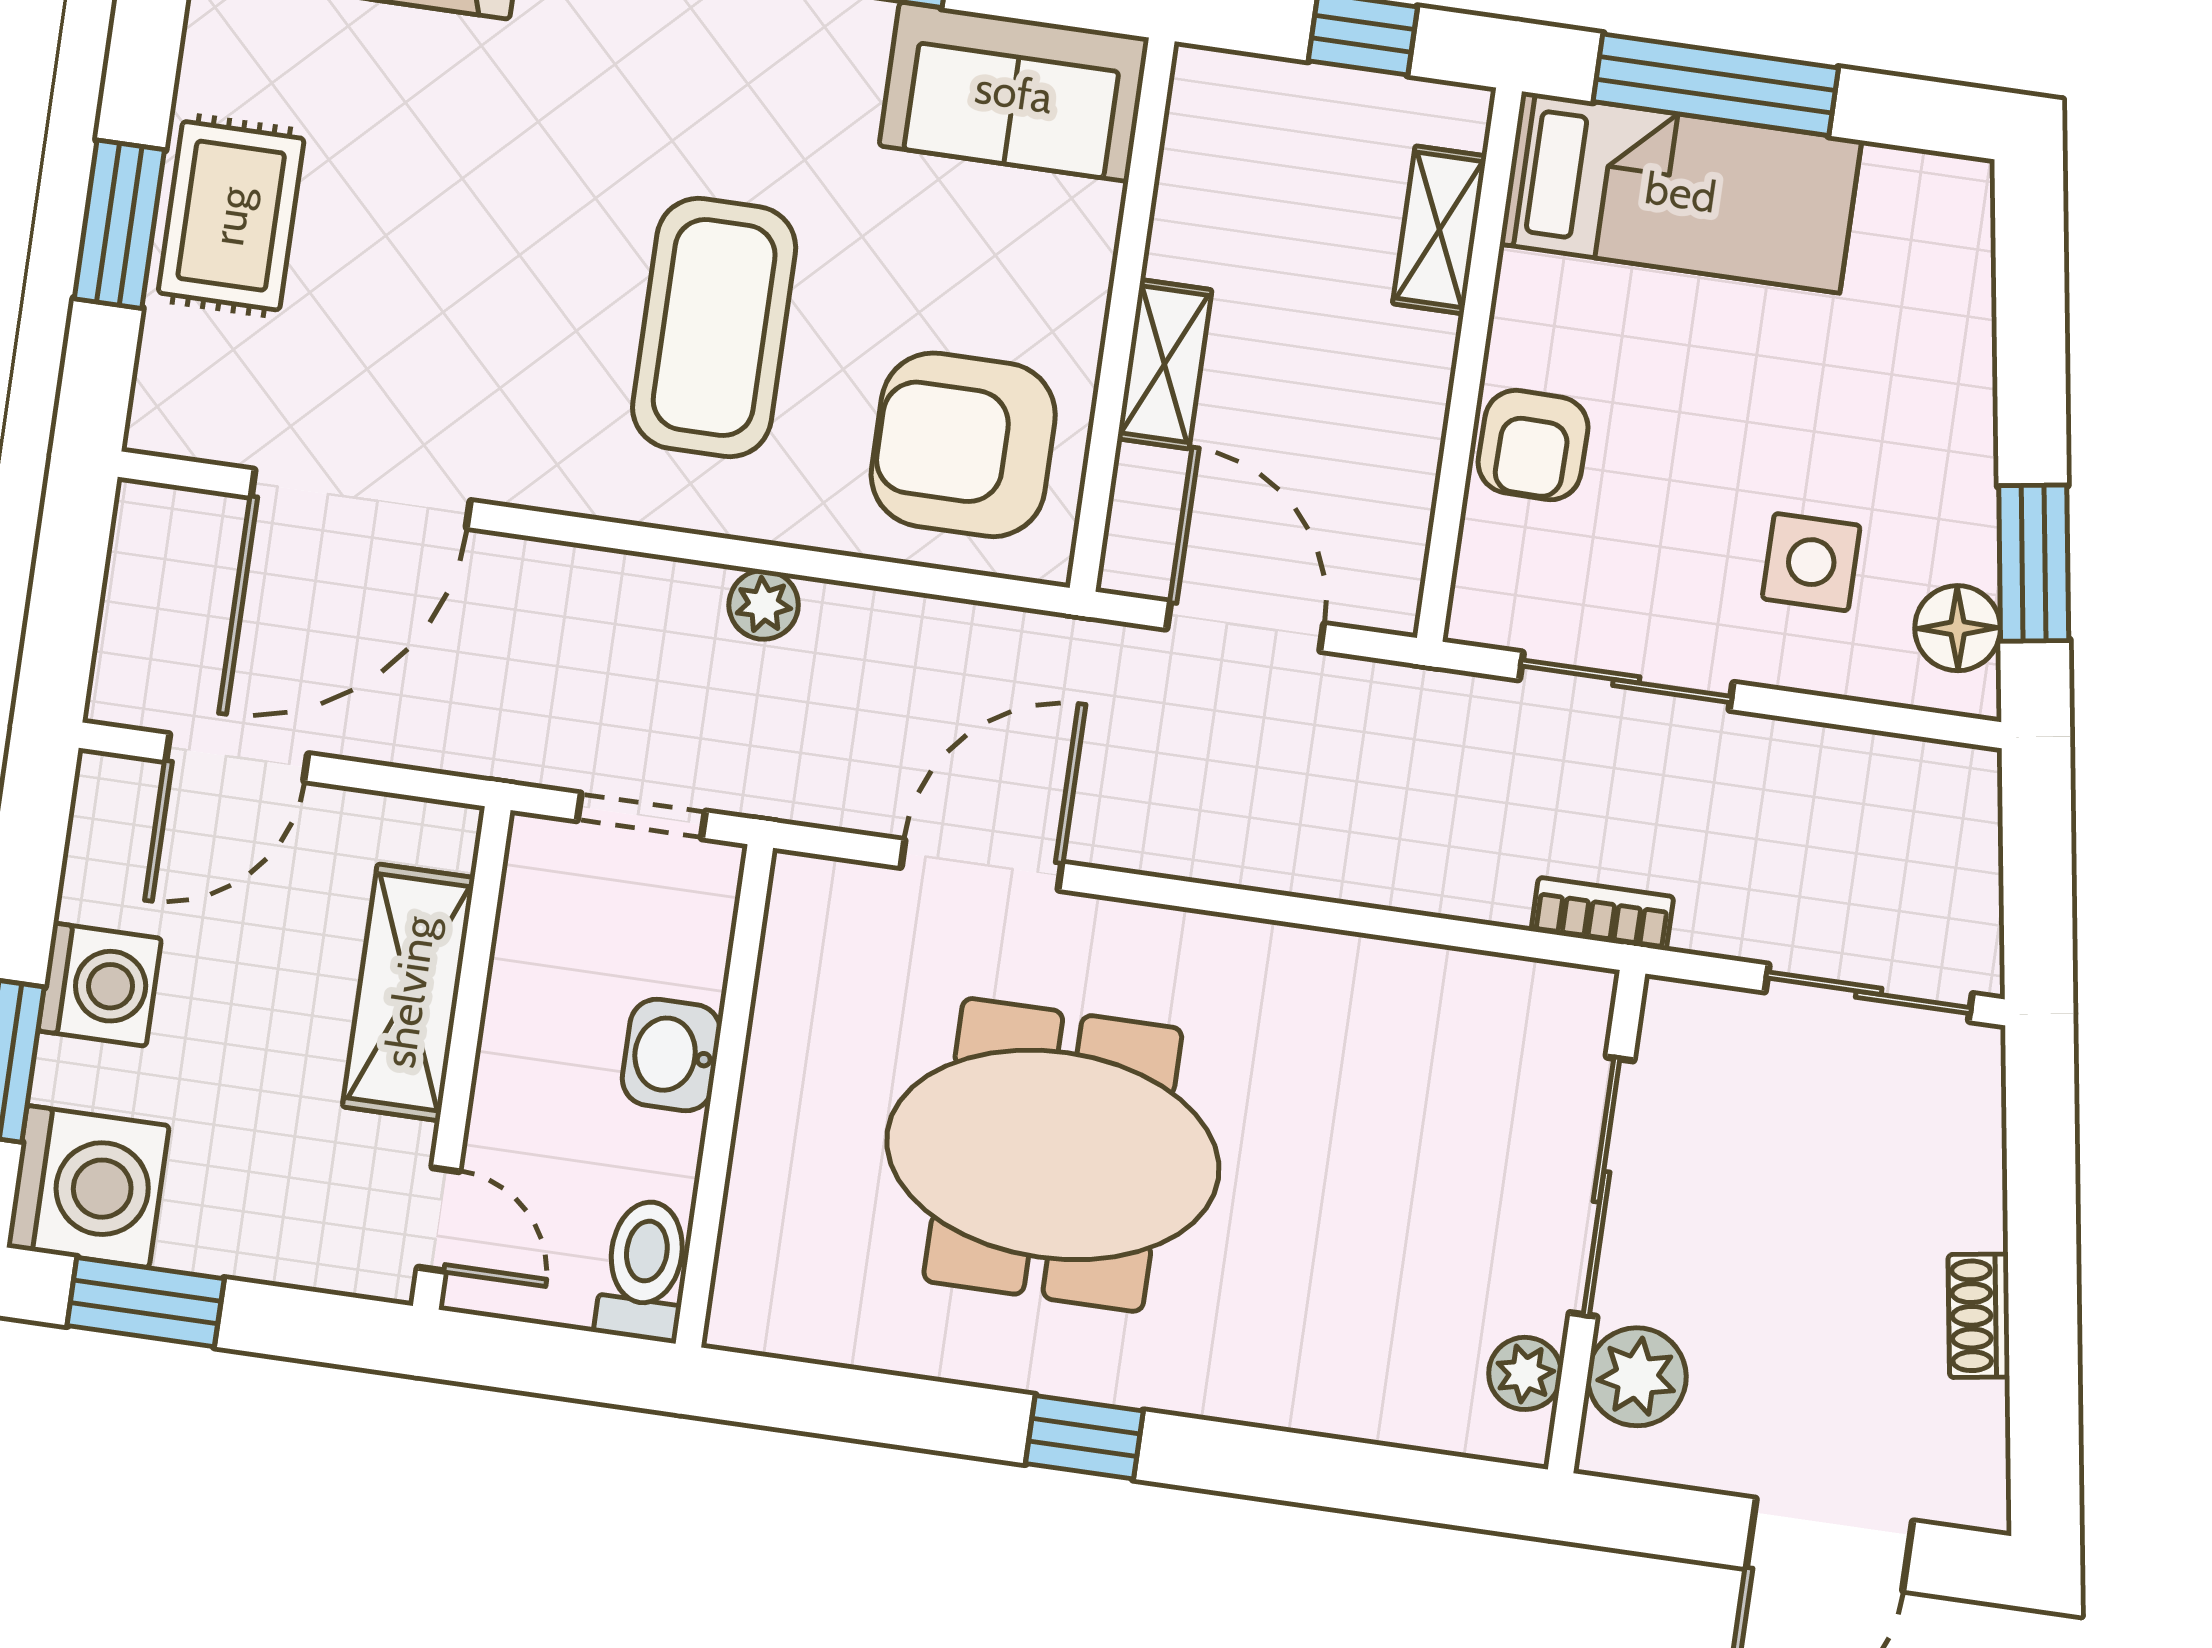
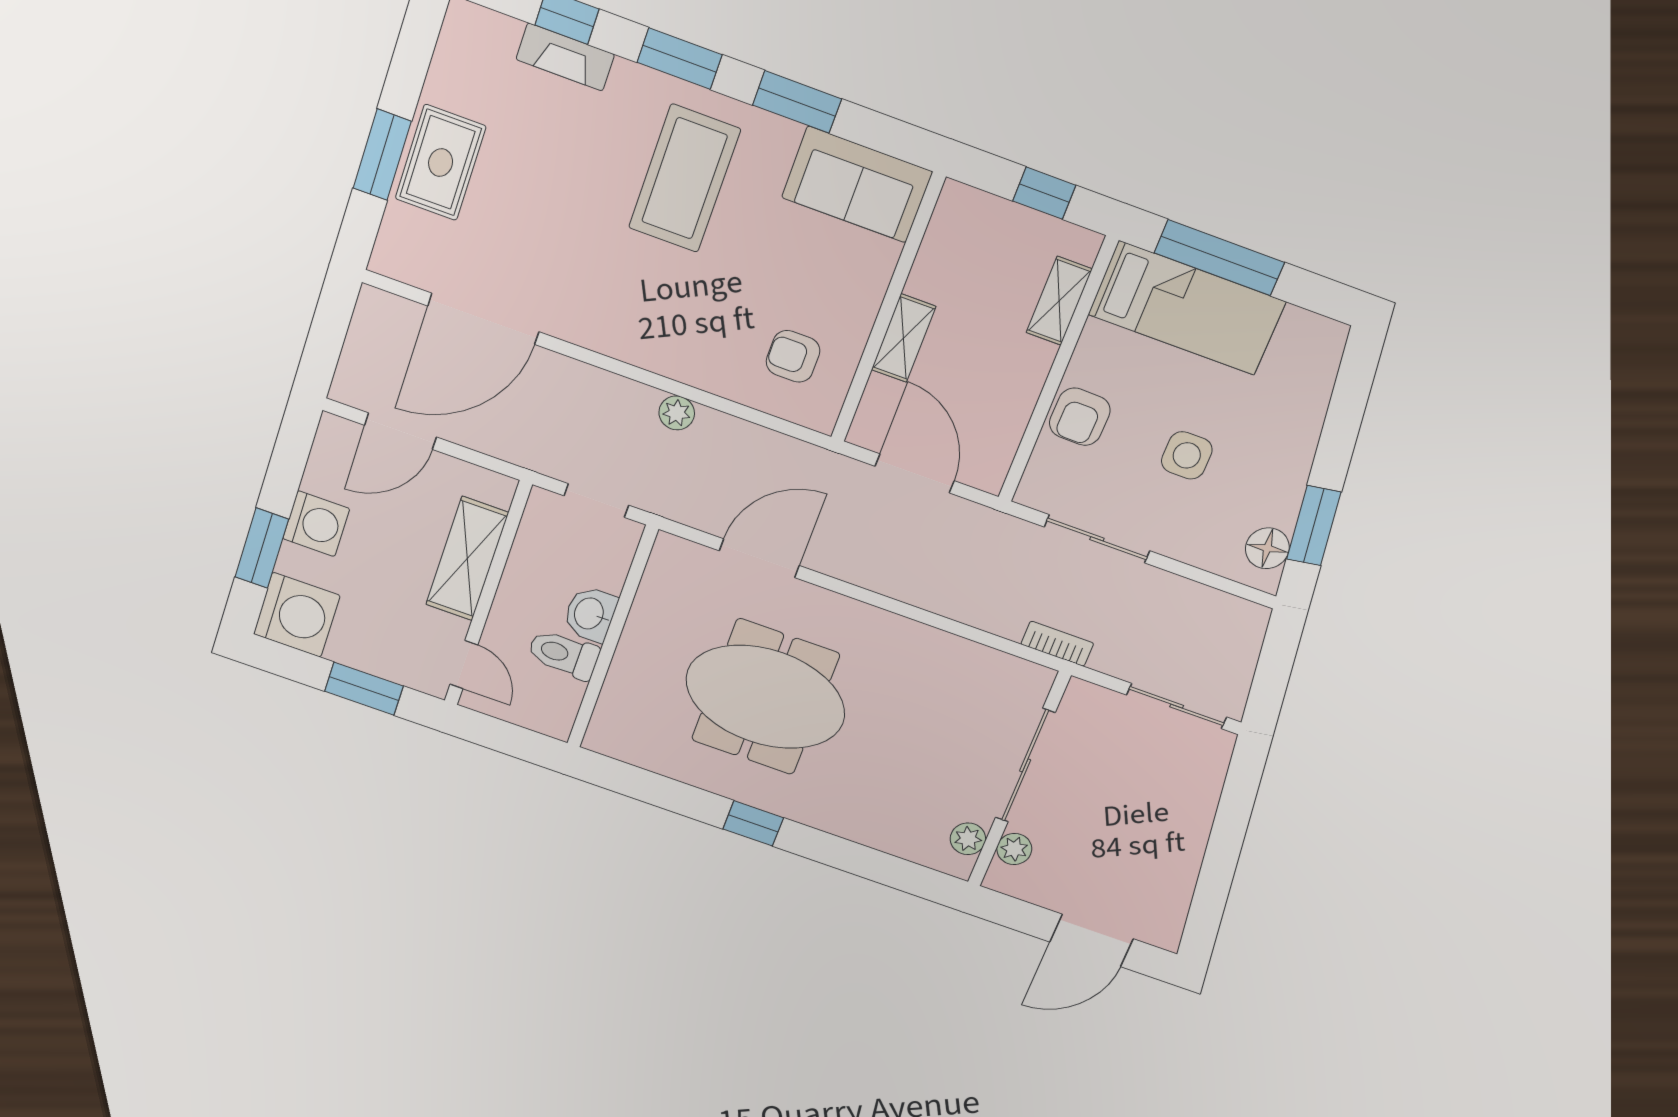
coffee table: (714, 328) -> (684, 178), moved
armchair: (963, 445) -> (793, 356), width x0.53, depth x0.53
side table: (1811, 562) -> (1187, 455), moved
toilet: (644, 1270) -> (564, 654), moved, turned -90
window: (146, 1302) -> (364, 689), moved
shoe rack: (1979, 1316) -> (1189, 858), removed
plant: (1637, 1377) -> (1014, 849), width x0.73, depth x0.73

